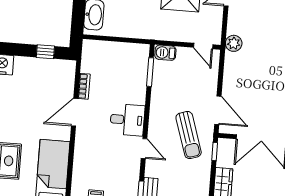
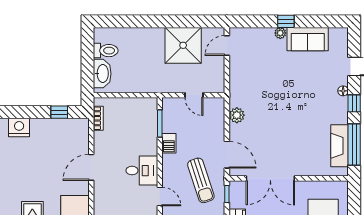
plant: (234, 43) -> (237, 115), moved
door: (203, 46) -> (194, 95), moved
barbecue: (165, 53) -> (169, 143), moved, turned -90
bookcase: (84, 86) -> (98, 118), moved

